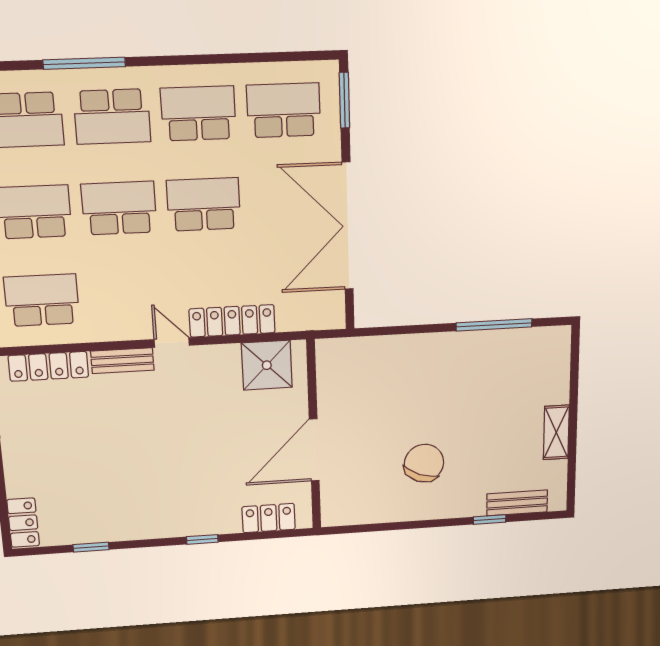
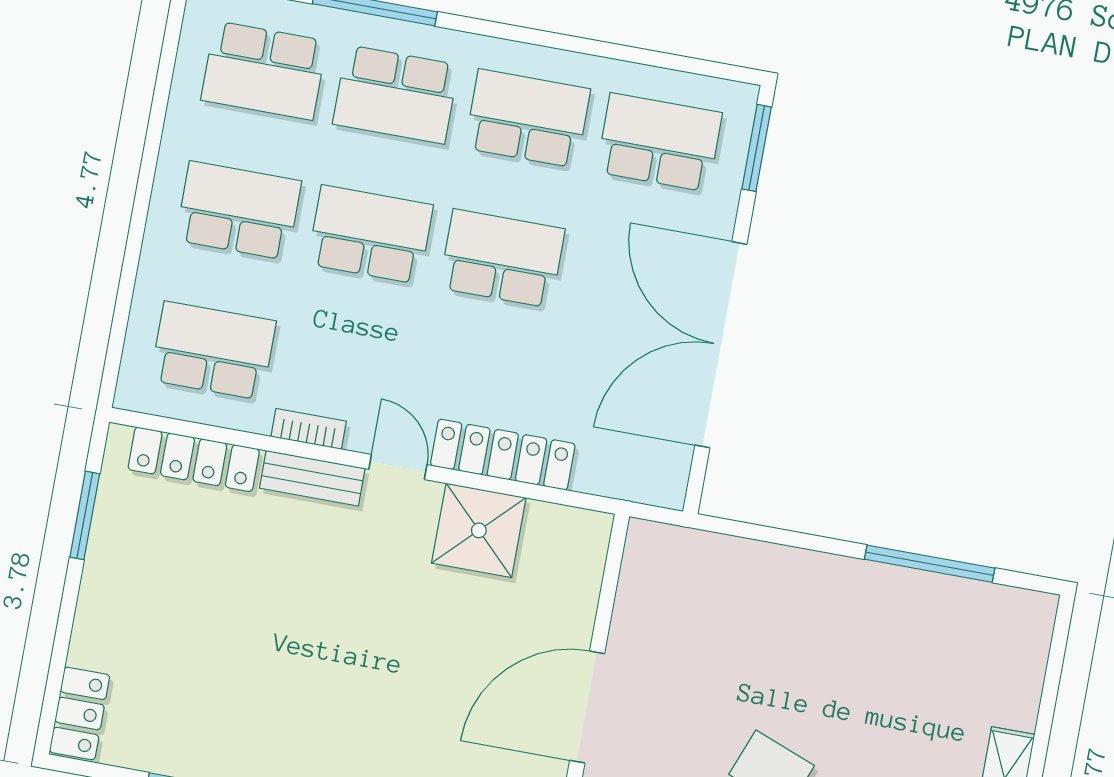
bookcase: (113, 333) -> (309, 429), added
shower: (267, 365) -> (479, 530), moved

